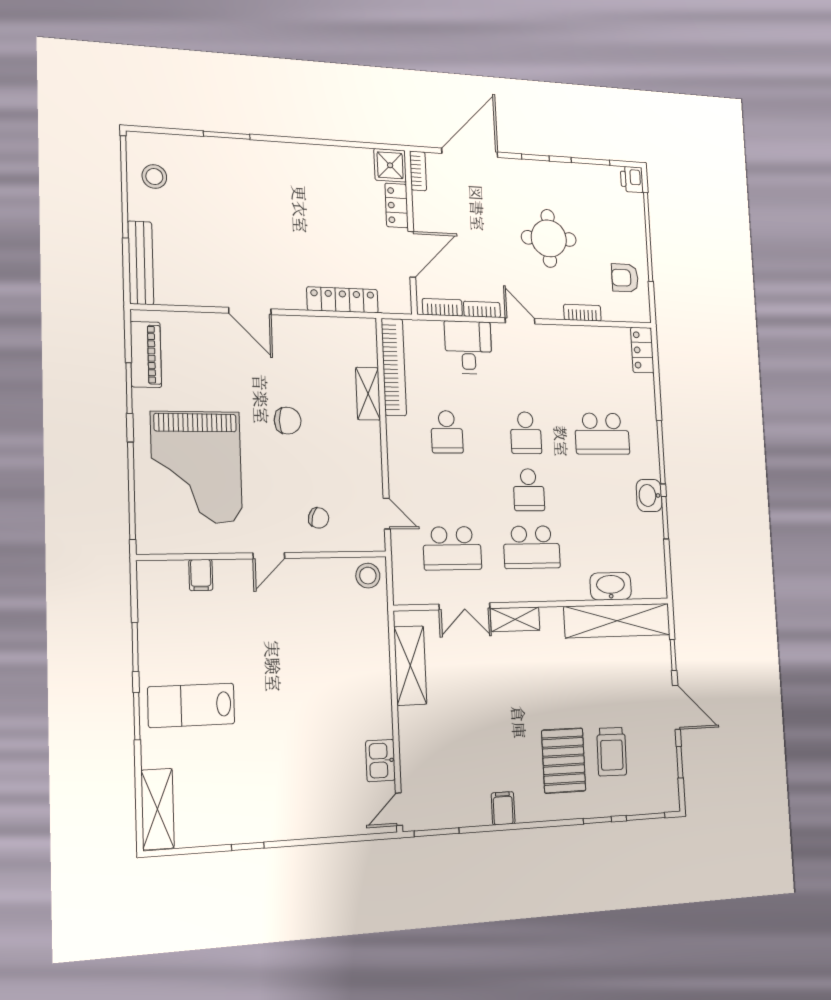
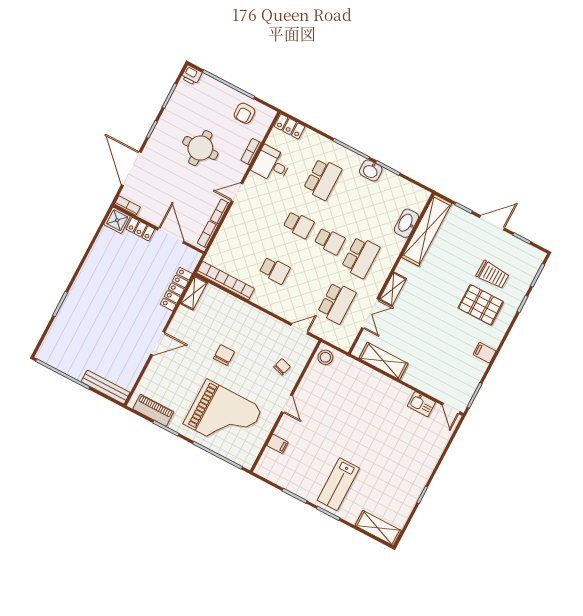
stool: (154, 177) -> (65, 355), removed
desk: (468, 347) -> (272, 164), moved
shelving: (368, 394) -> (194, 293), moved, turned 90

